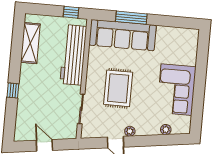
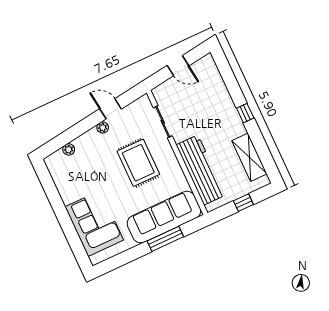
window: (71, 12) -> (243, 203), moved
corner sofa: (176, 90) -> (94, 223), moved
window: (13, 91) -> (245, 113), moved

